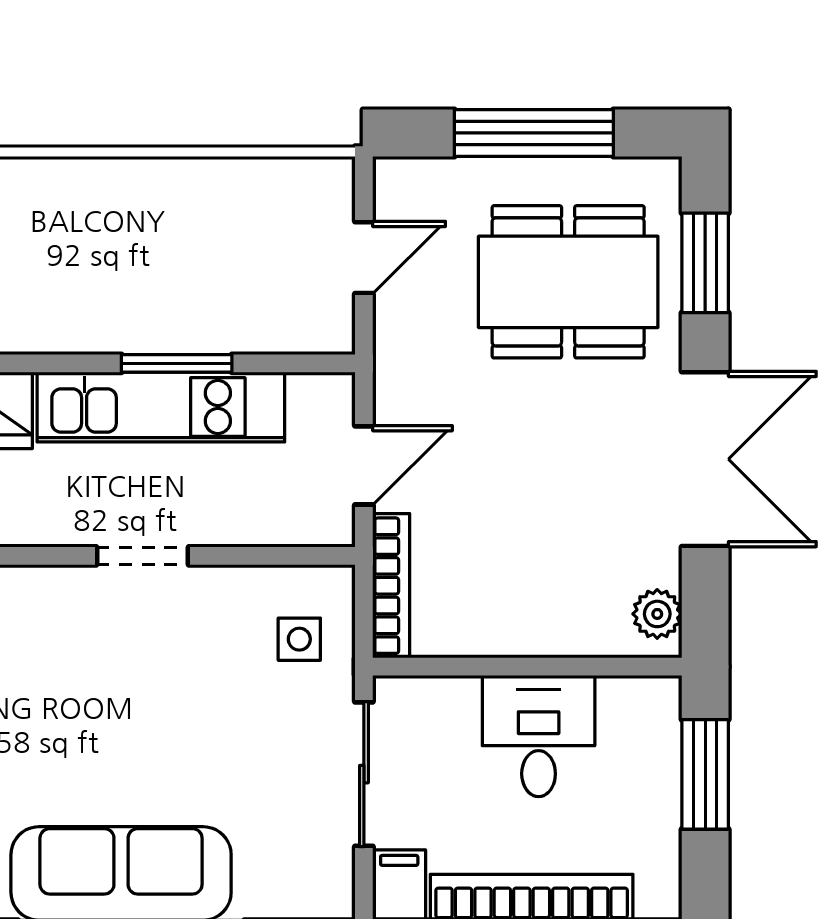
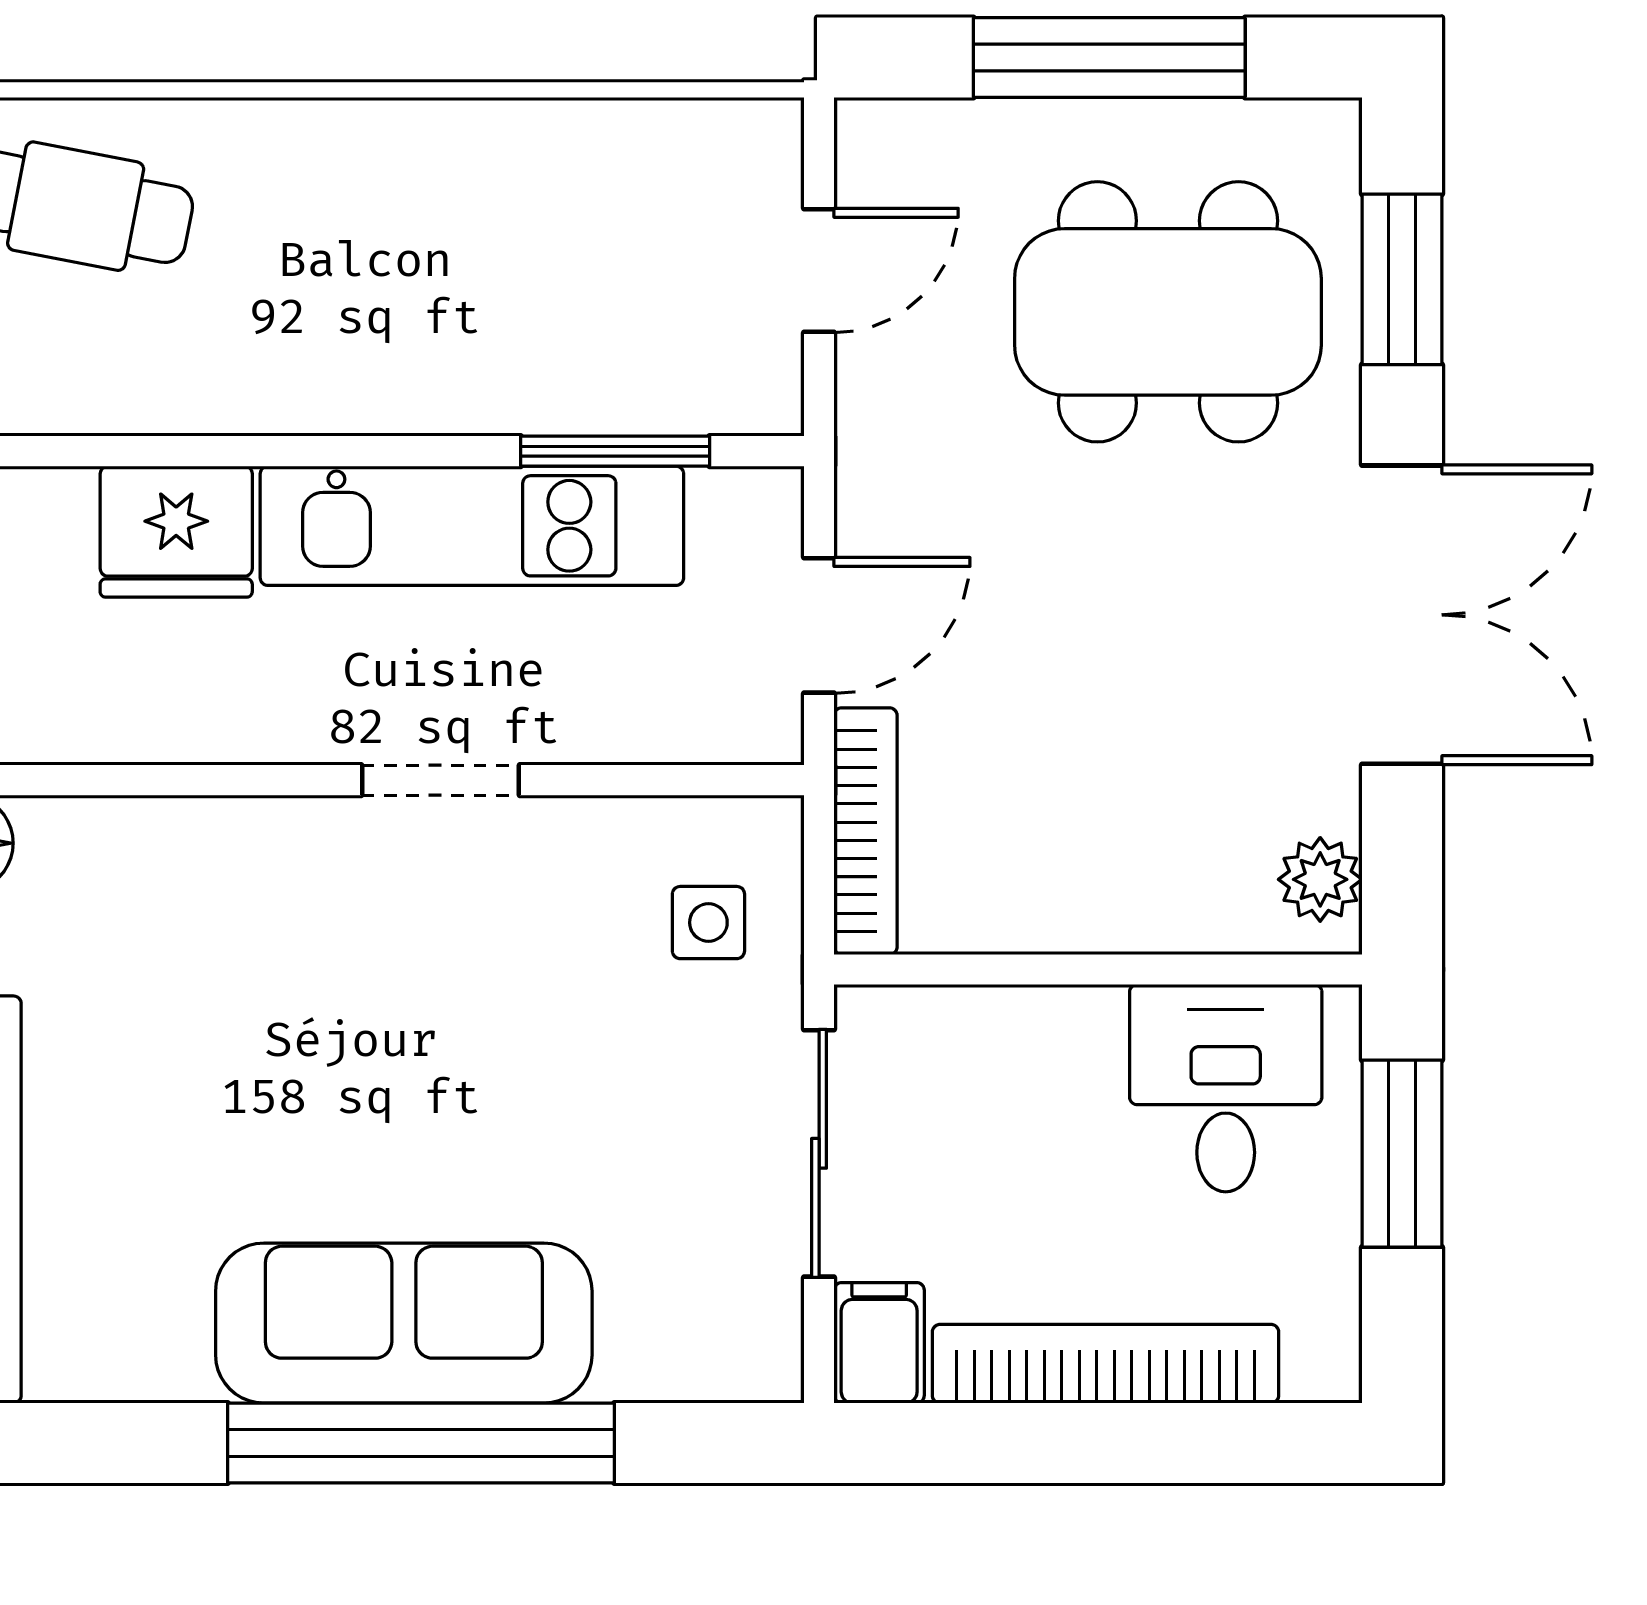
window: (177, 363) -> (615, 451), moved
desk: (539, 736) -> (1226, 1088), moved

